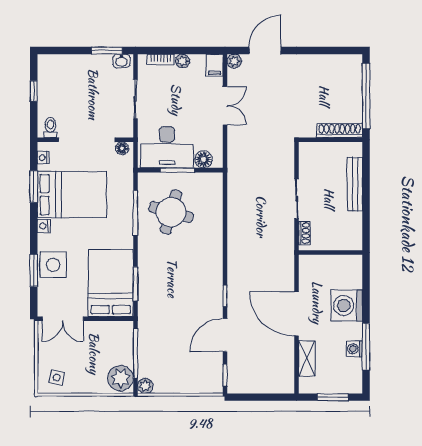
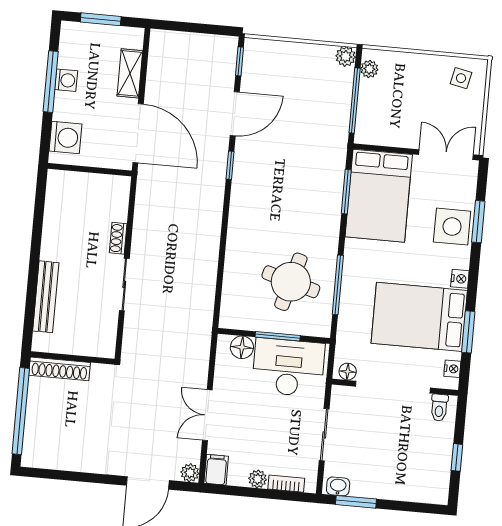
wall: (331, 252) -> (90, 170), moved
washing machine: (347, 305) -> (65, 138), width x0.73, depth x0.73
plant: (121, 378) -> (369, 69), width x0.53, depth x0.53

